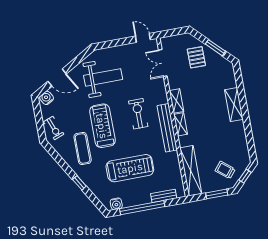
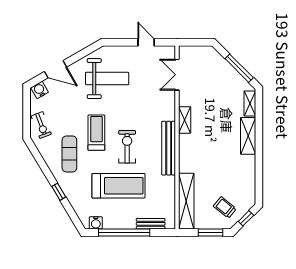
door: (143, 38) -> (146, 42), moved
window: (215, 48) -> (239, 68), width x1.44
pallet: (196, 57) -> (216, 75), removed
exercise bike: (138, 114) -> (127, 147), moved
shelving: (181, 124) -> (250, 104), moved
treadmill: (102, 126) -> (96, 133), width x0.73, depth x0.73

